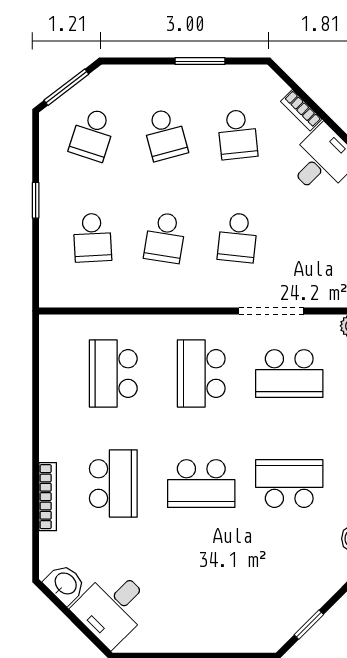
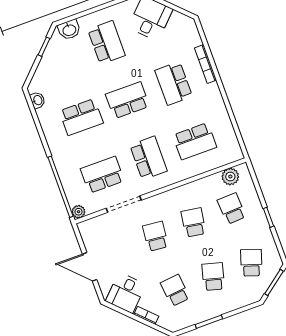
school desk: (165, 134) -> (213, 277), turned 30
plant: (75, 292) -> (230, 177), added
school desk: (113, 374) -> (195, 141), turned 90
washbasin: (65, 584) -> (69, 30), moved, turned -45
school desk: (201, 594) -> (106, 42), added

